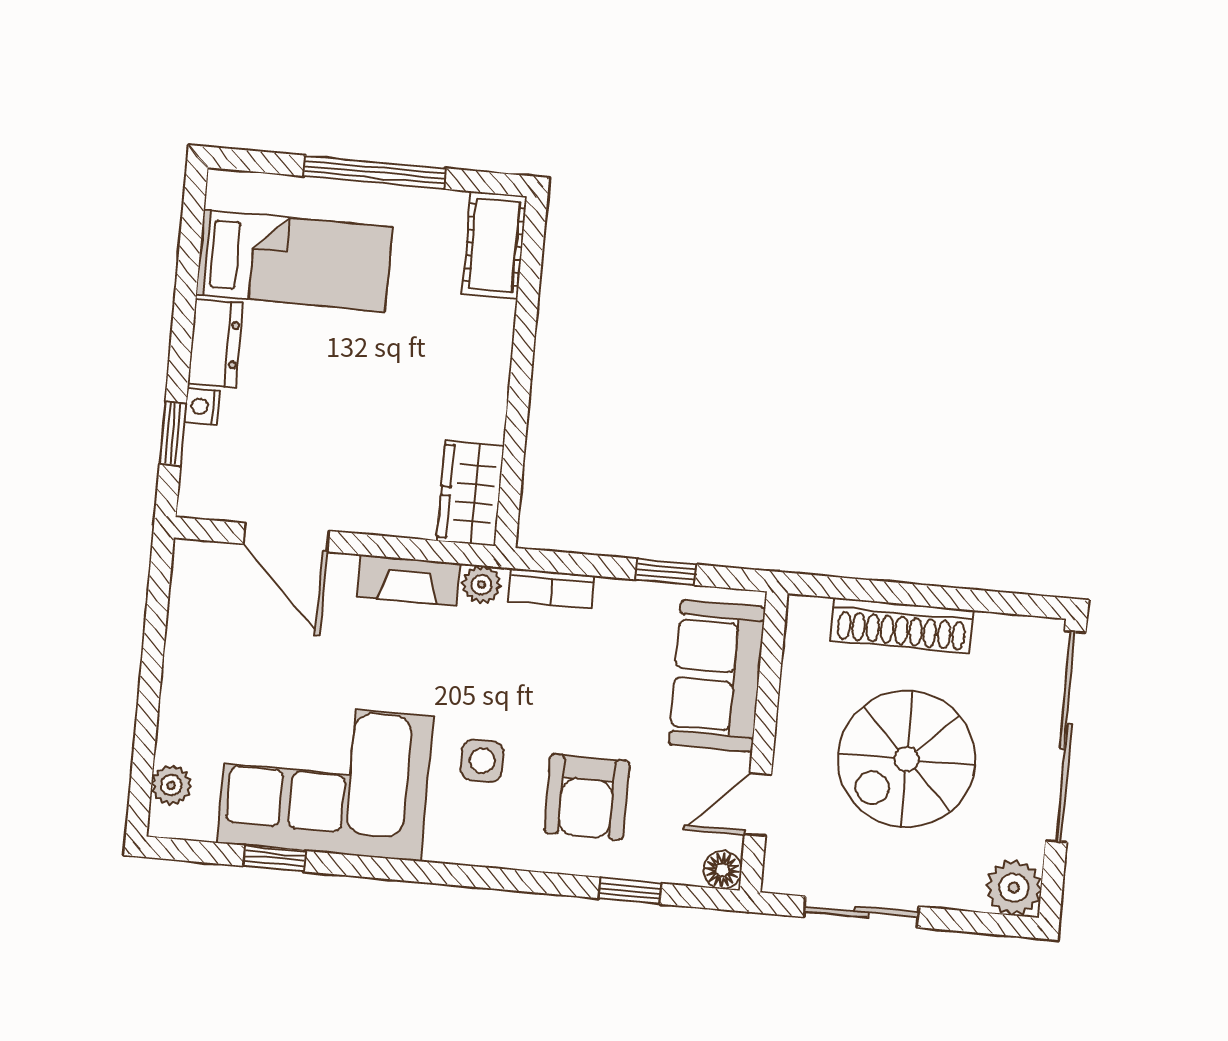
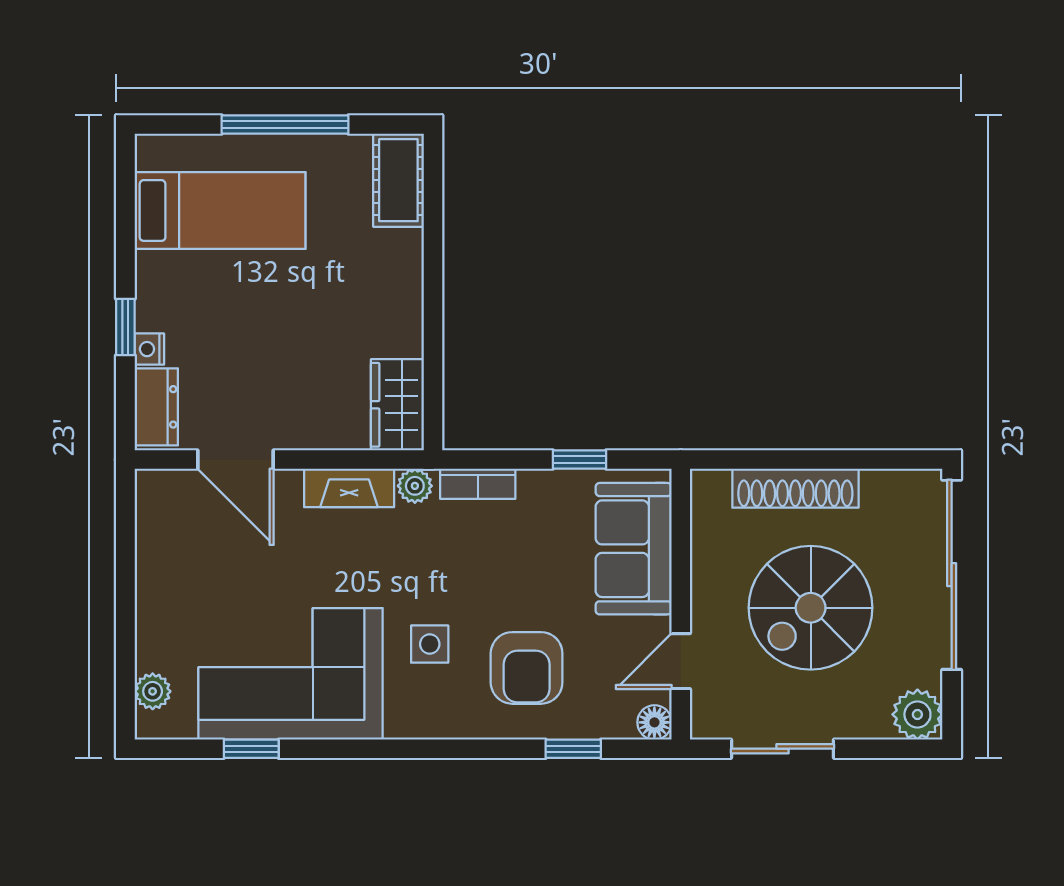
dresser: (215, 343) -> (156, 407), moved
window: (173, 434) -> (125, 327), moved

